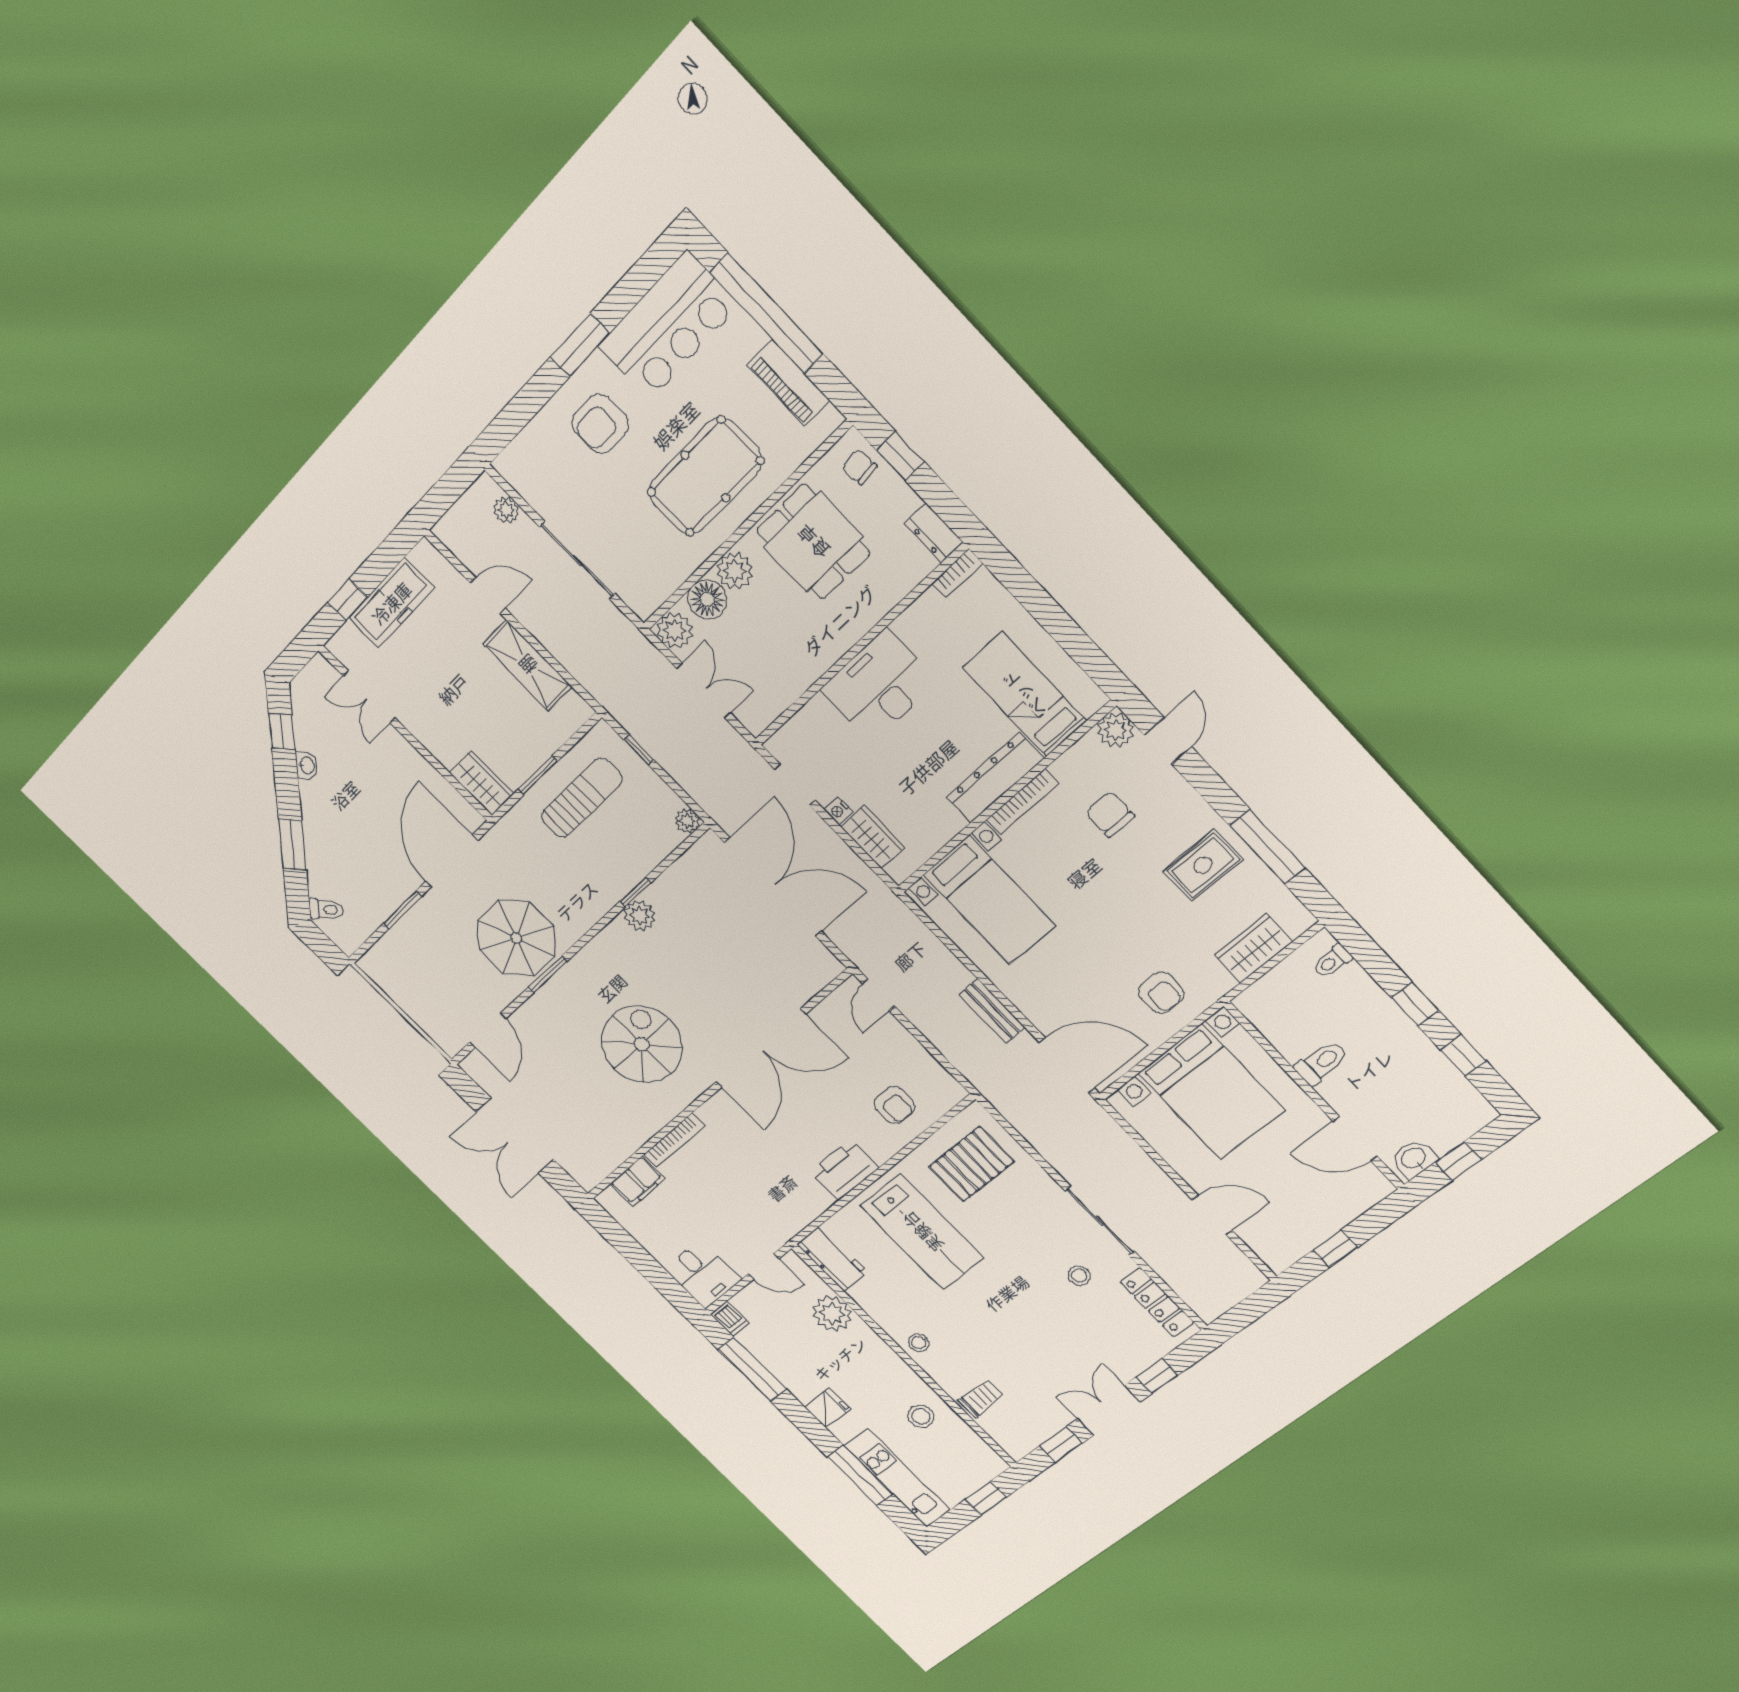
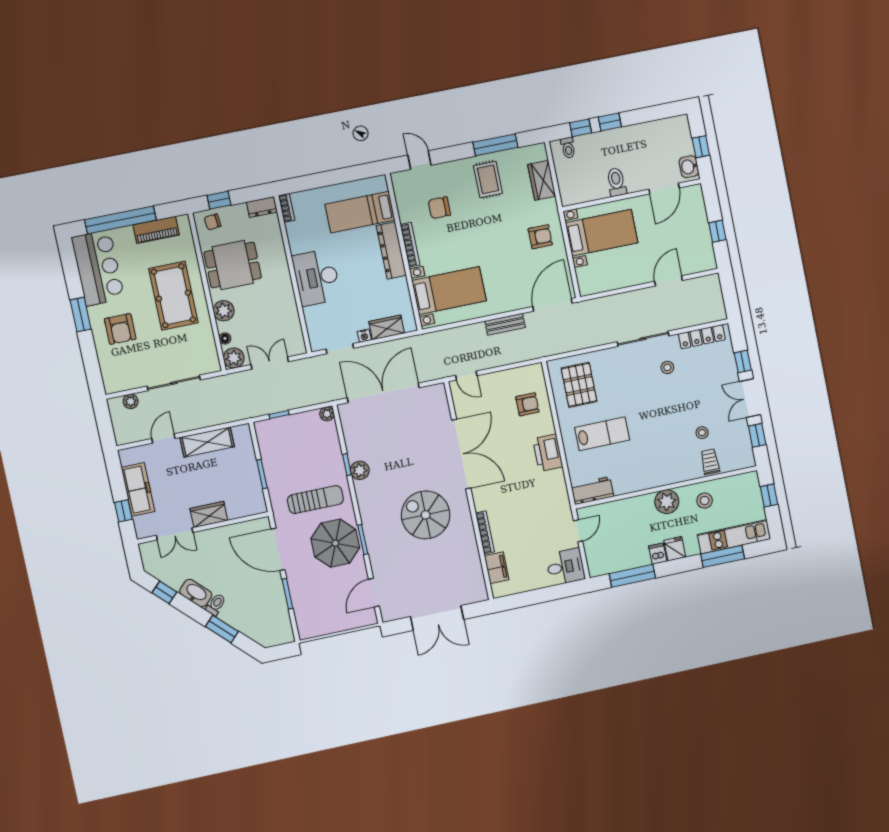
floor lamp: (707, 599) -> (225, 338), width x0.53, depth x0.53
plant: (1116, 730) -> (401, 181), removed
washbasin: (307, 765) -> (196, 593), width x1.91, depth x1.45
wardrobe: (481, 783) -> (209, 514), moved
sun lounger: (581, 798) -> (315, 500), moved, turned 90
toilet: (326, 909) -> (216, 605), moved
door: (488, 1030) -> (374, 593), swing flipped
window: (1463, 1055) -> (581, 128), moved
bed with nightstands: (1211, 1092) -> (601, 233), width x0.73
lab bench: (922, 1232) -> (602, 434), width x0.73, depth x0.72
plant: (832, 1314) -> (667, 502), moved
dishwasher: (730, 1319) -> (658, 554), moved, turned -90
stool: (919, 1343) -> (702, 433), moved

